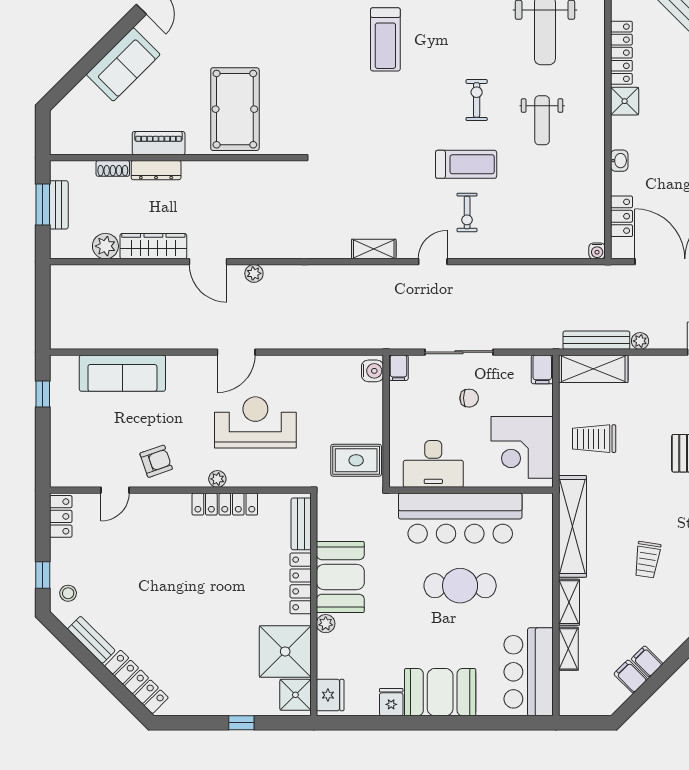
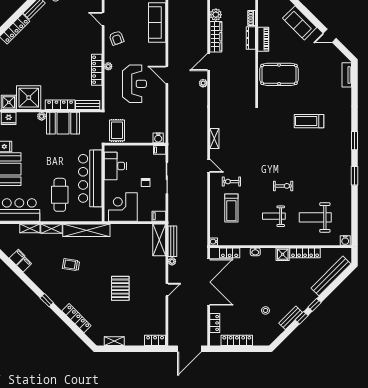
treadmill: (385, 39) -> (309, 121), moved
treadmill: (466, 164) -> (231, 208), moved
trolley: (594, 439) -> (127, 240), removed
cafe table: (460, 586) -> (60, 195), moved

